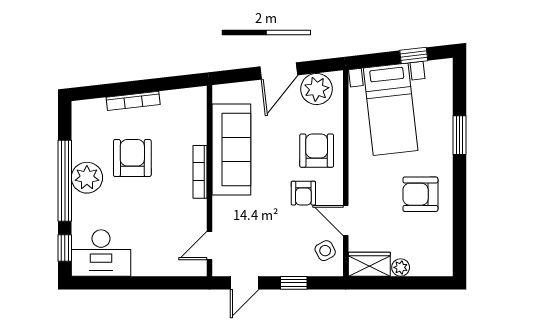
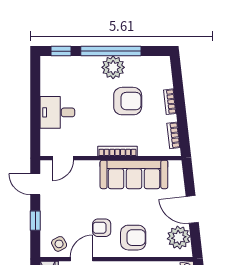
bookcase: (179, 96) -> (174, 135), added
bookcase: (133, 101) -> (170, 102), width x0.64
door: (209, 245) -> (63, 158), swing flipped
desk: (101, 253) -> (57, 112), moved, width x0.73

